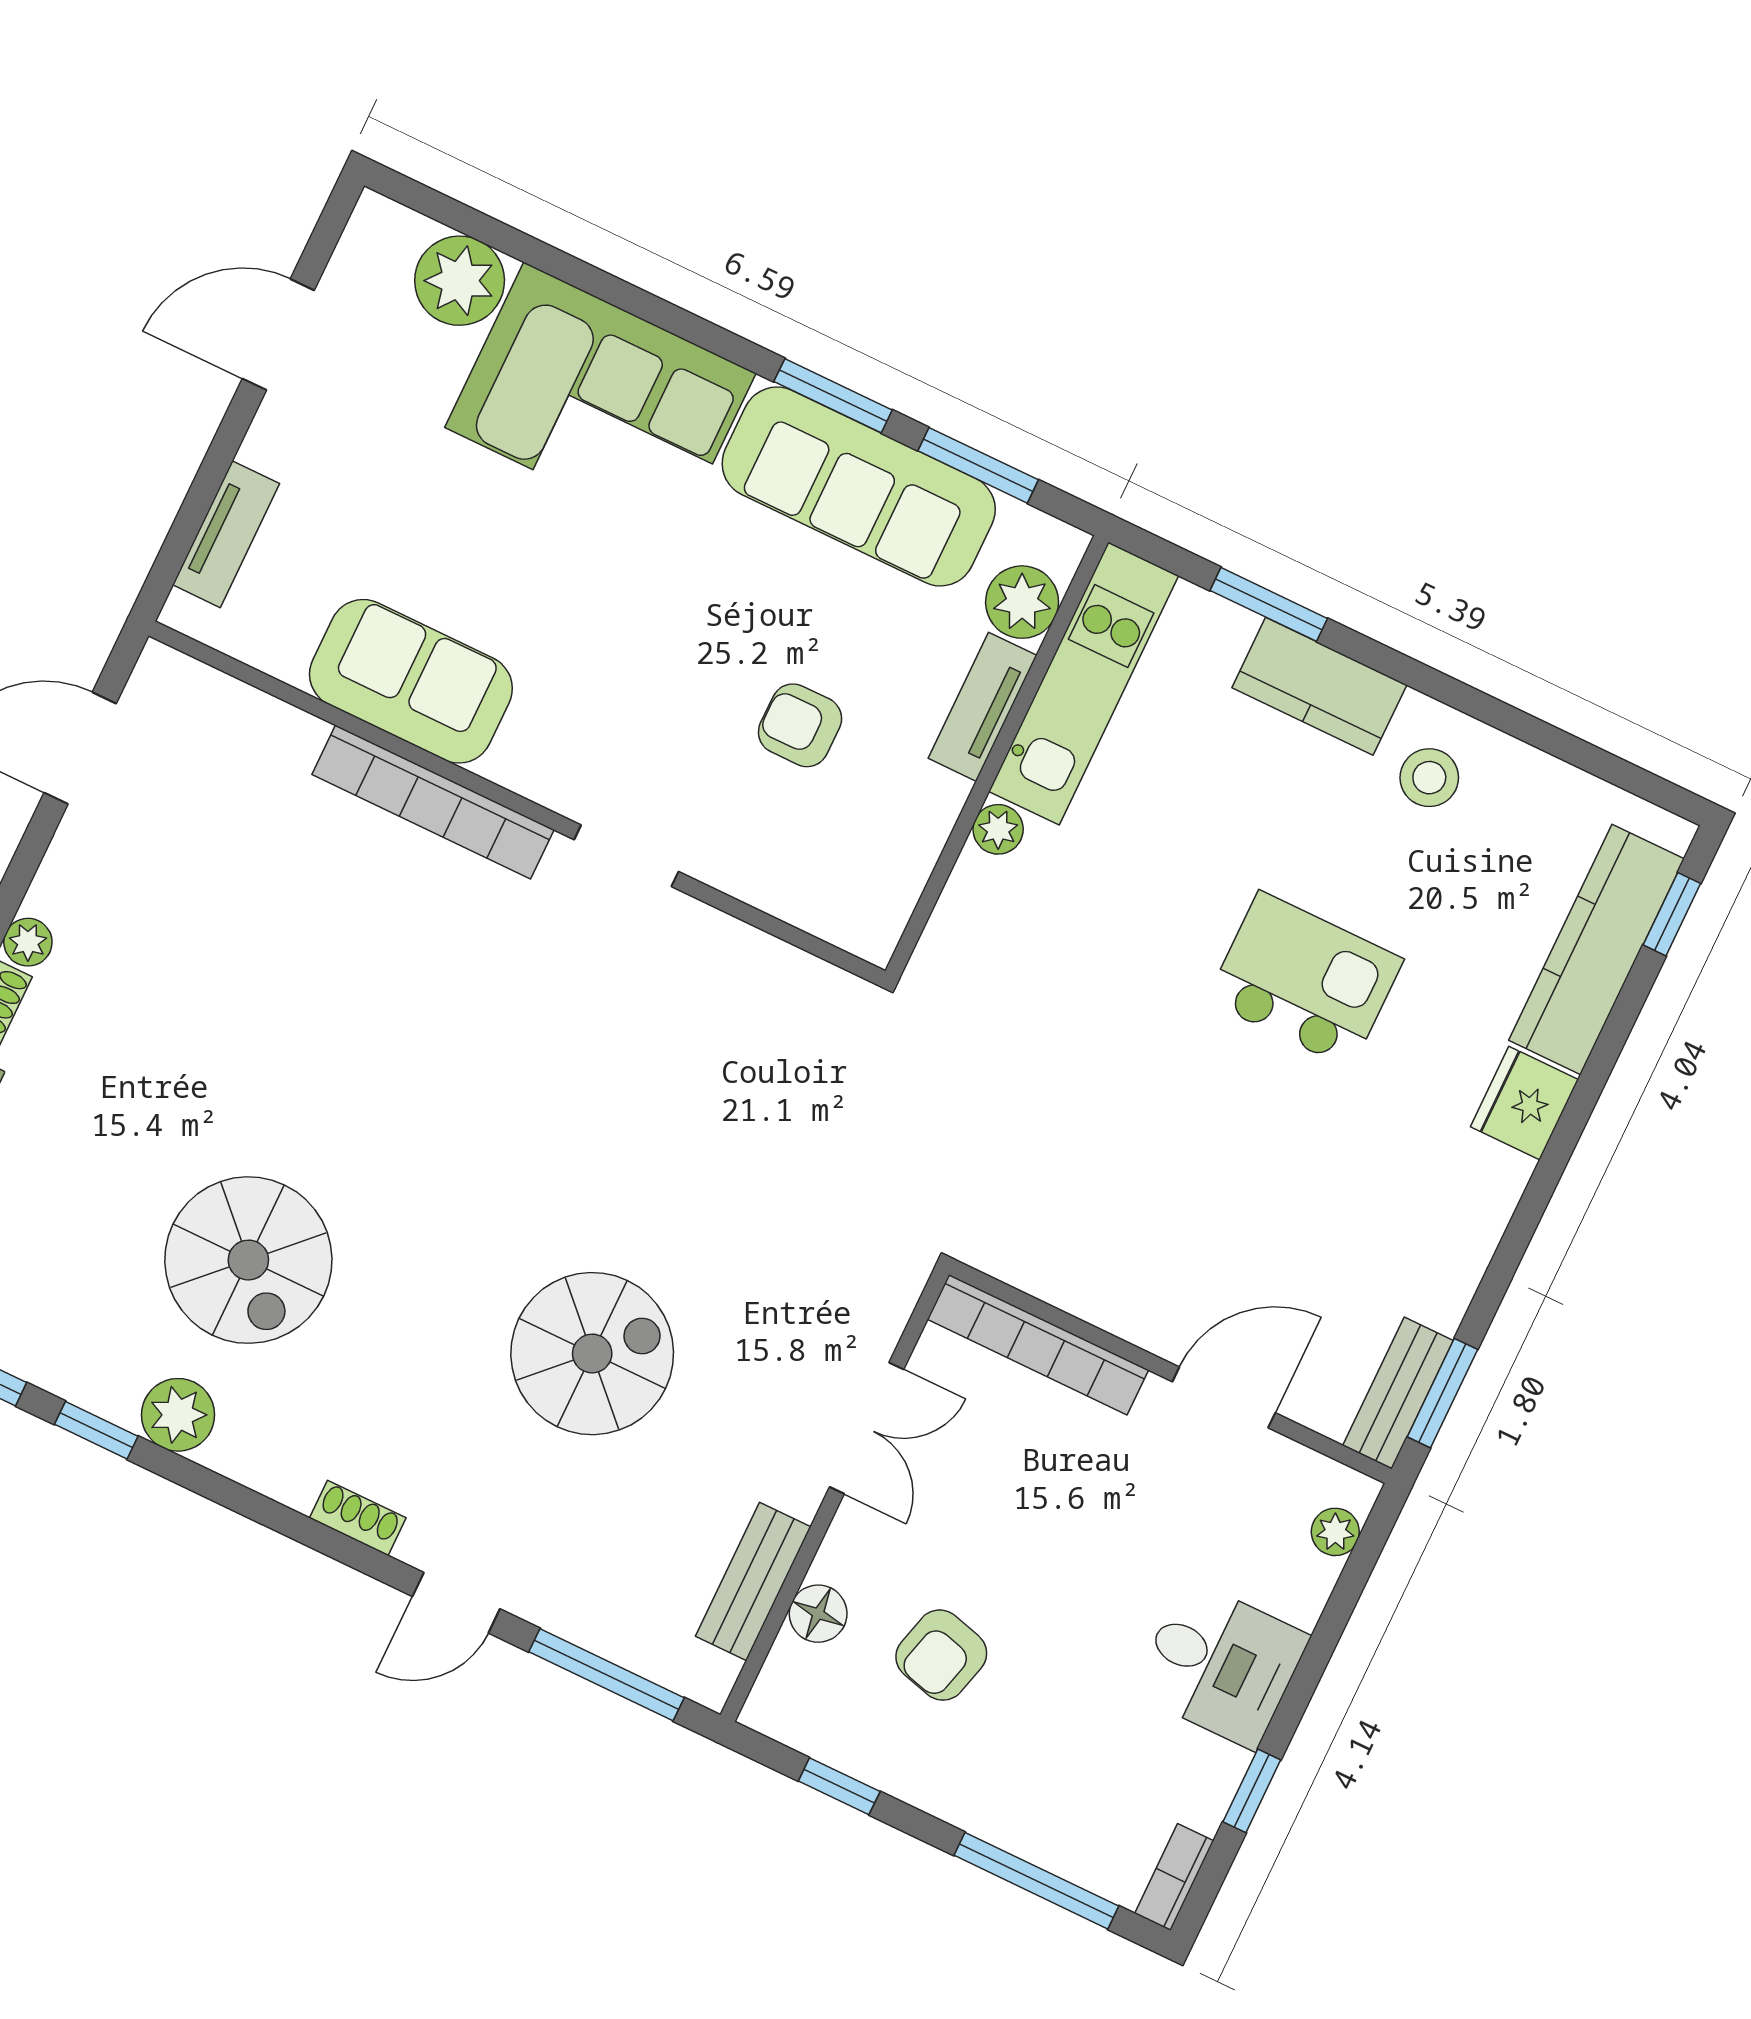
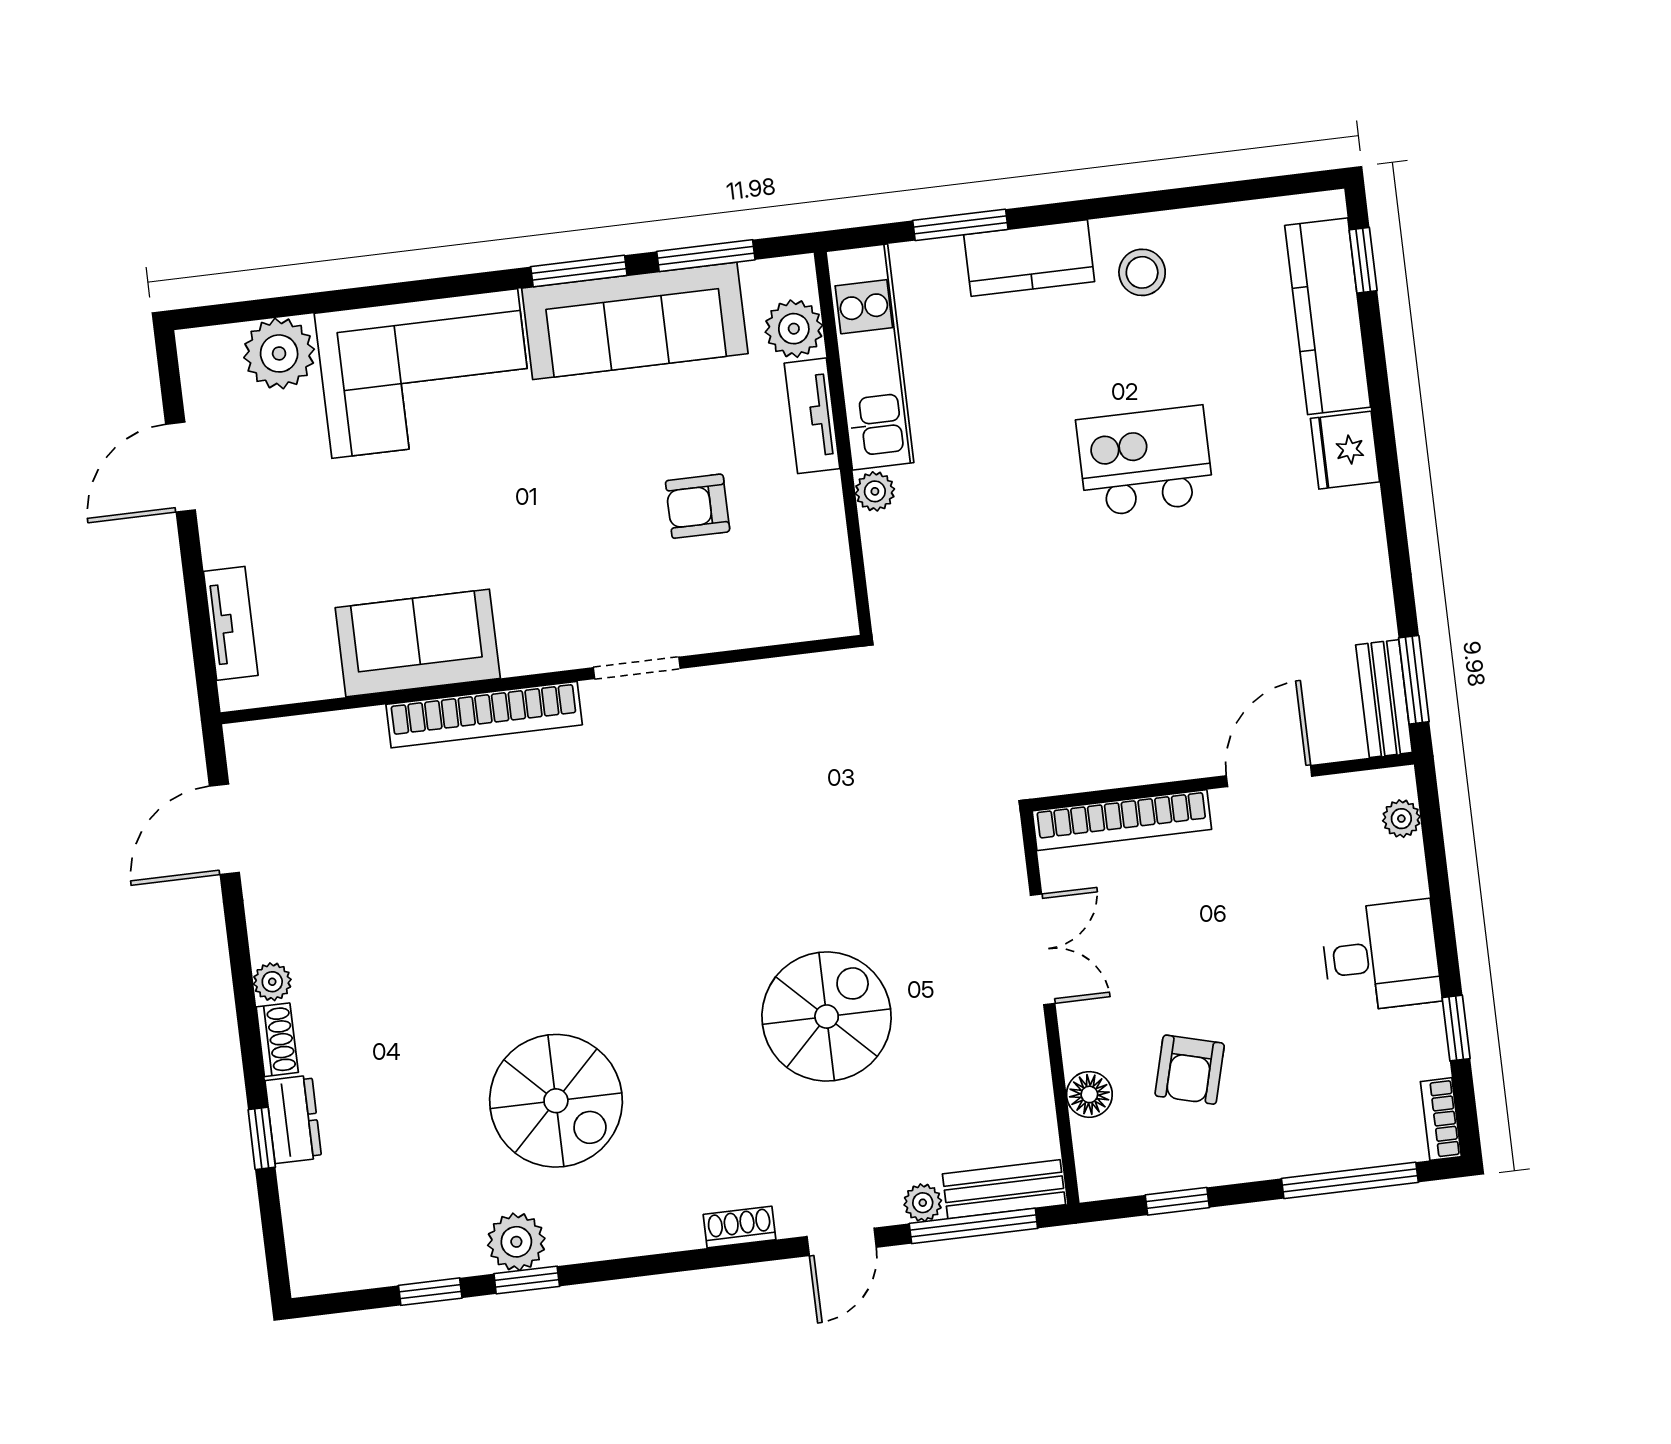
plant: (178, 1415) -> (516, 1242), moved
bench: (753, 1582) -> (1004, 1189), moved, turned 90
plant: (568, 1616) -> (923, 1203), added

